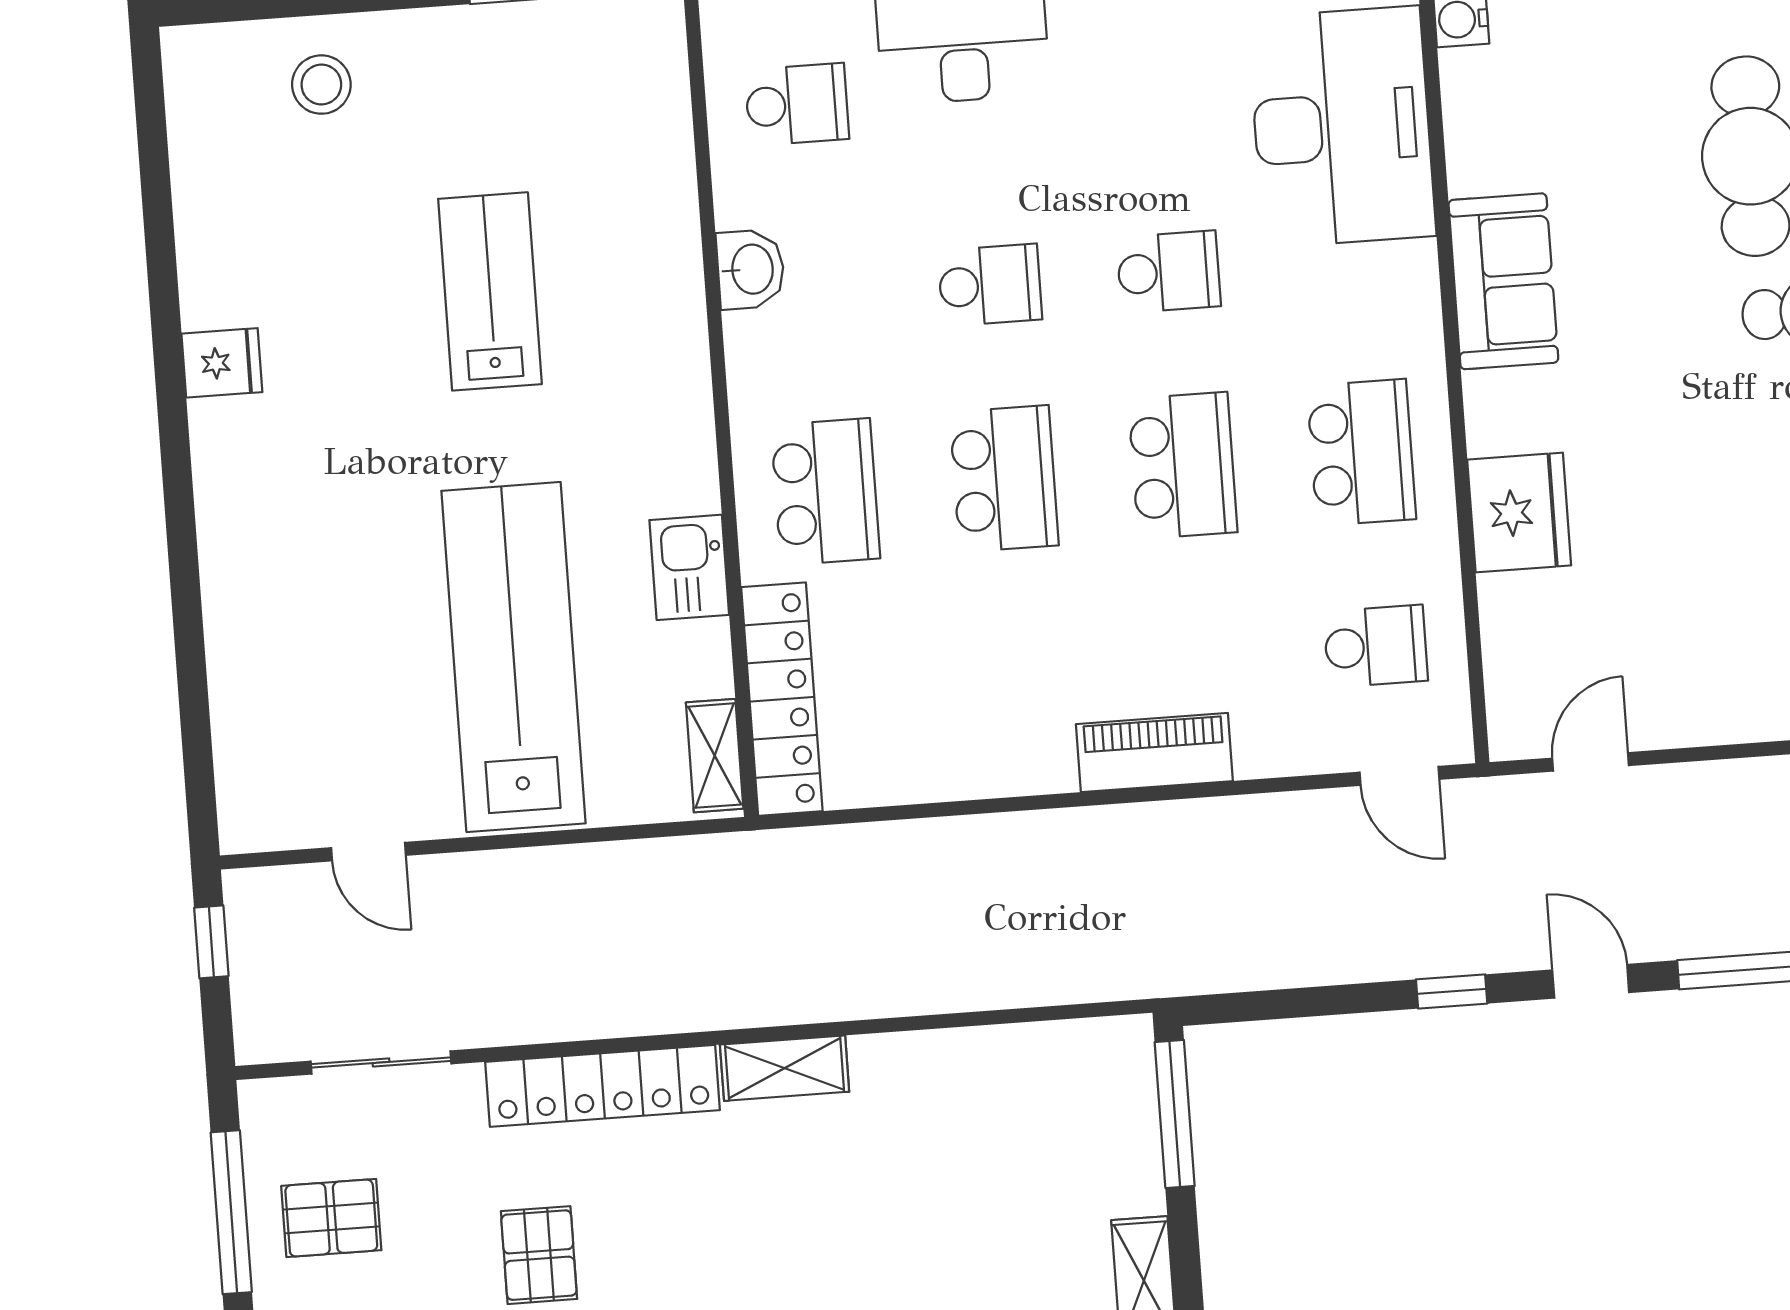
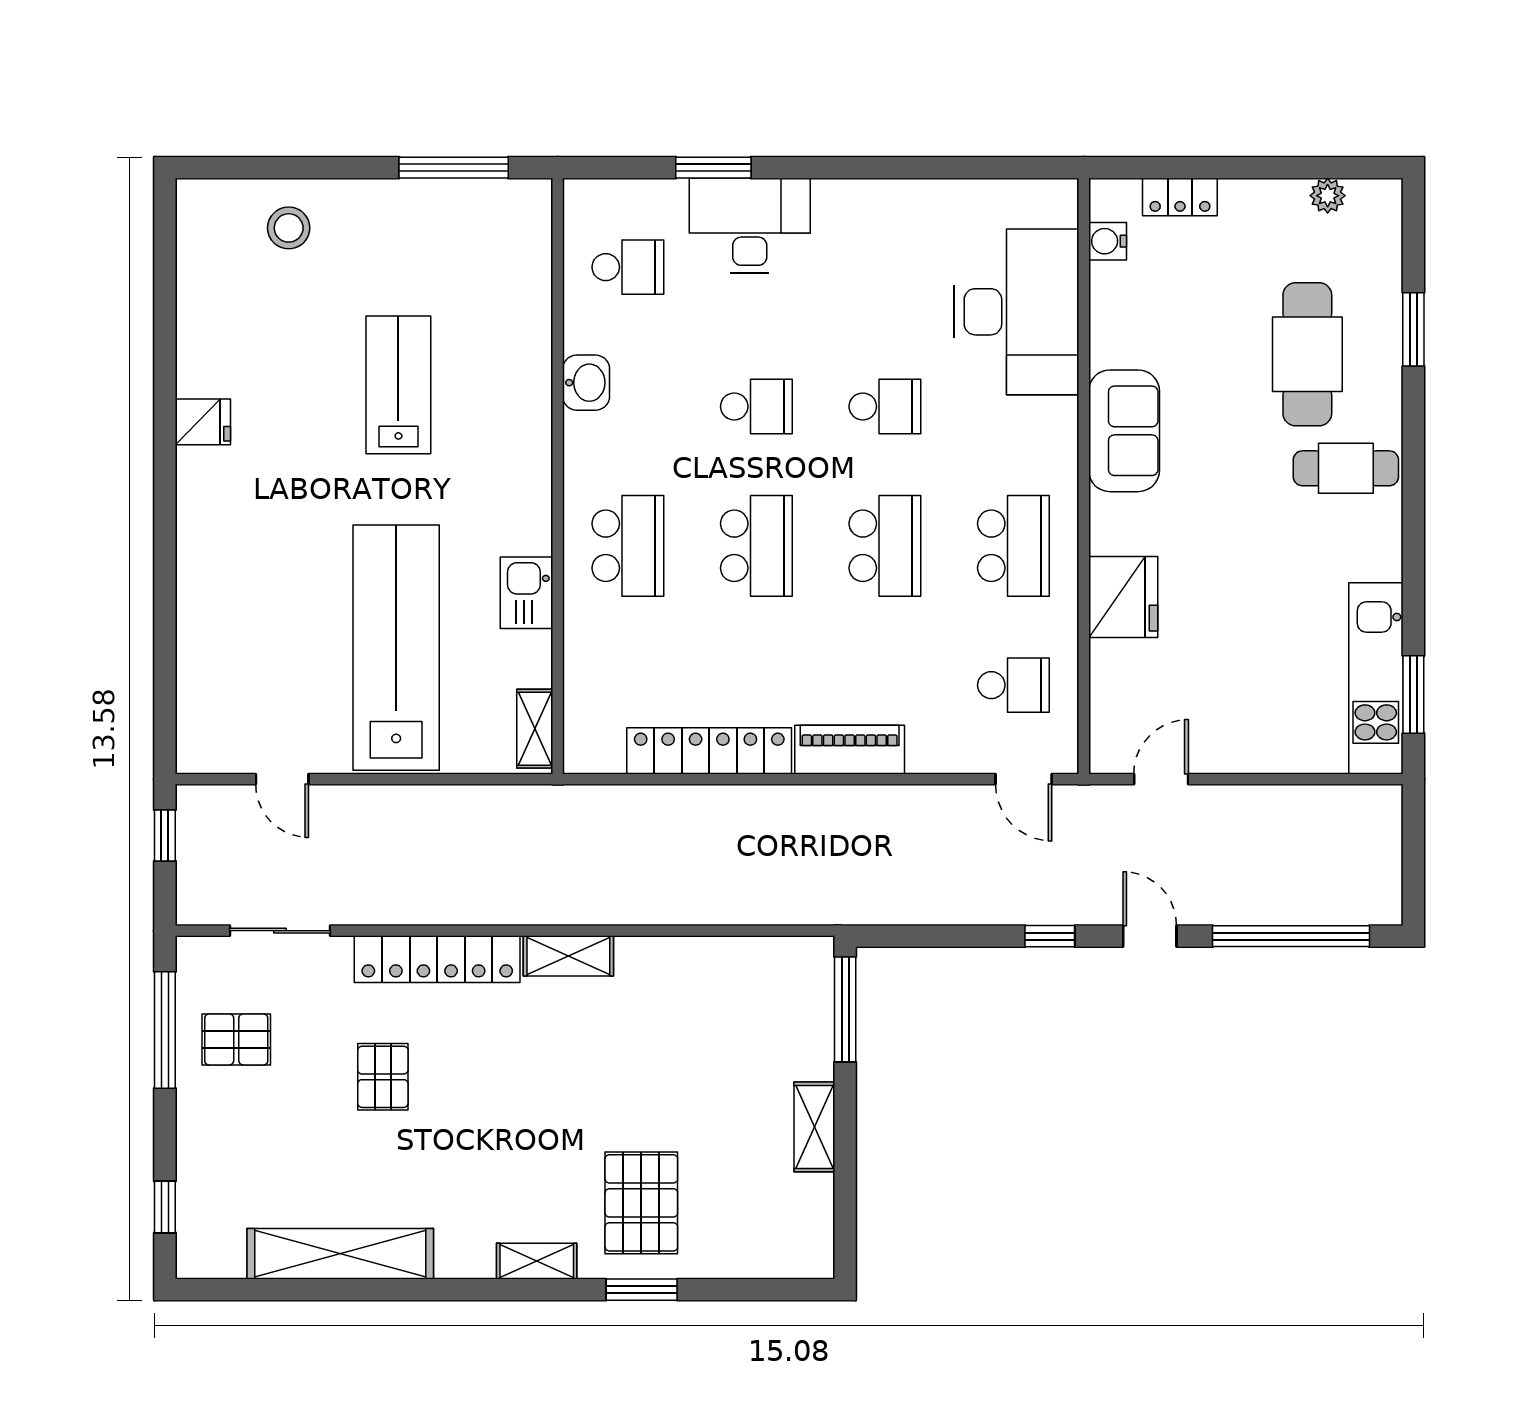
locker: (782, 699) -> (709, 751), moved, turned -90

